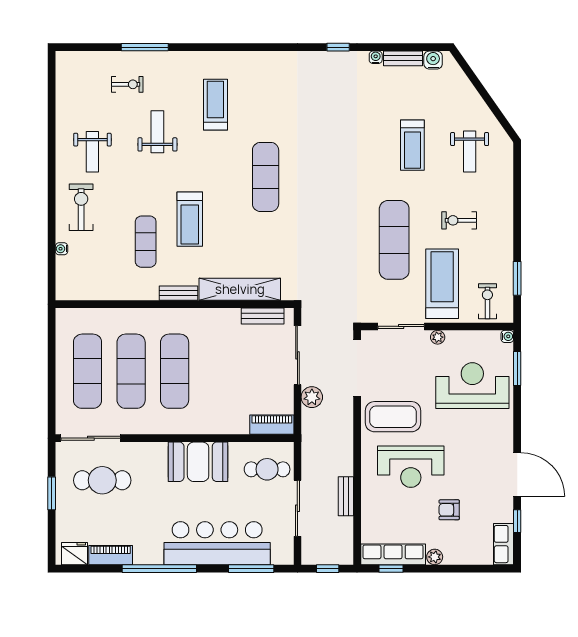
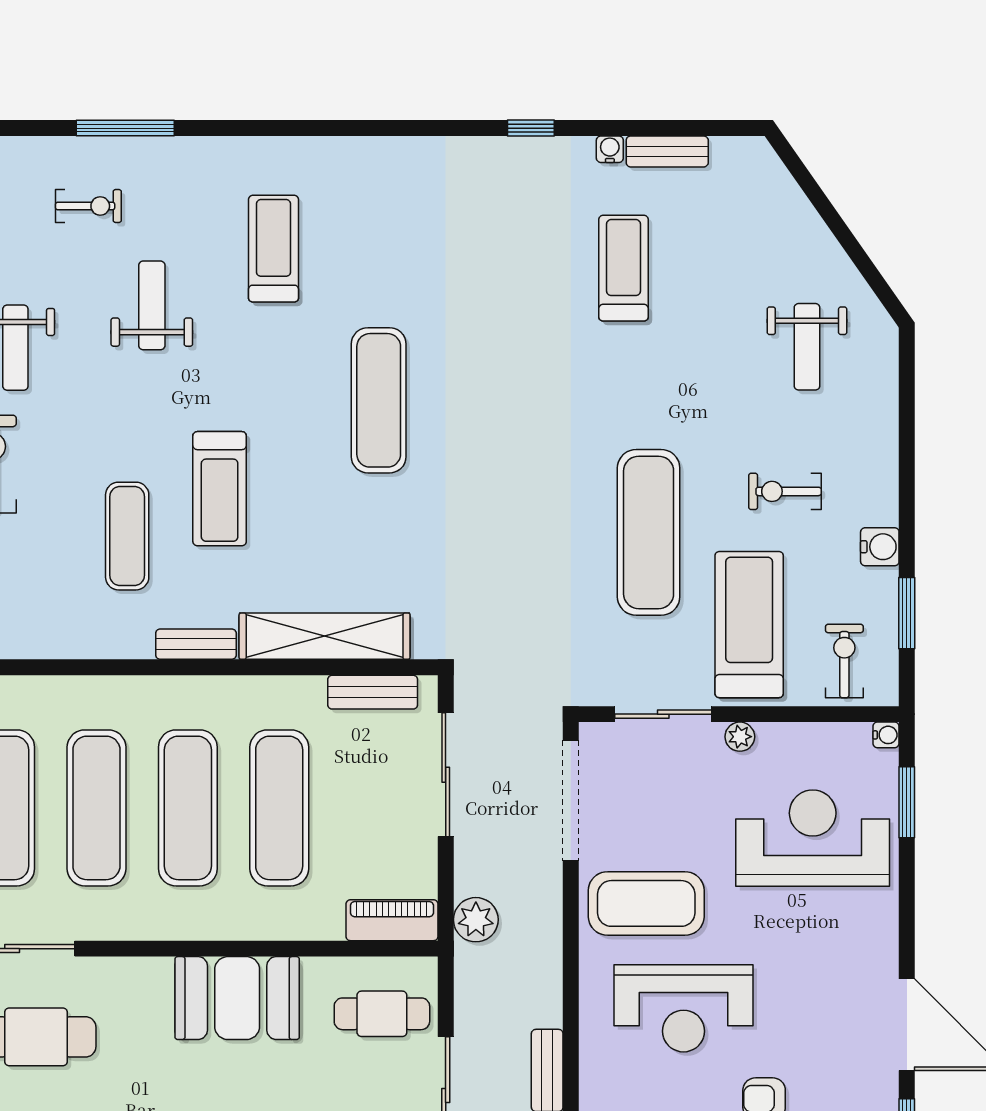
water cooler: (433, 60) -> (880, 547), moved, turned 90
treadmill: (412, 145) -> (623, 268), moved, turned 180
exercise mat: (218, 371) -> (279, 808), added
plant: (312, 397) -> (476, 920), moved

